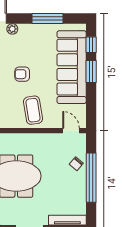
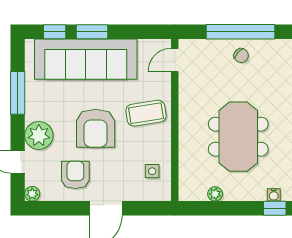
plant: (12, 29) -> (39, 135), width x1.88, depth x1.88
armchair: (22, 74) -> (96, 128), width x1.88, depth x1.88
chair: (76, 164) -> (241, 56), moved

